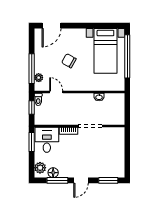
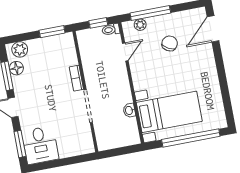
door: (52, 26) -> (213, 29), hinge flipped
bed with nightstands: (105, 51) -> (169, 112), moved, turned 180
chair: (69, 61) -> (170, 43), moved
desk: (47, 140) -> (40, 145), moved, turned 90

